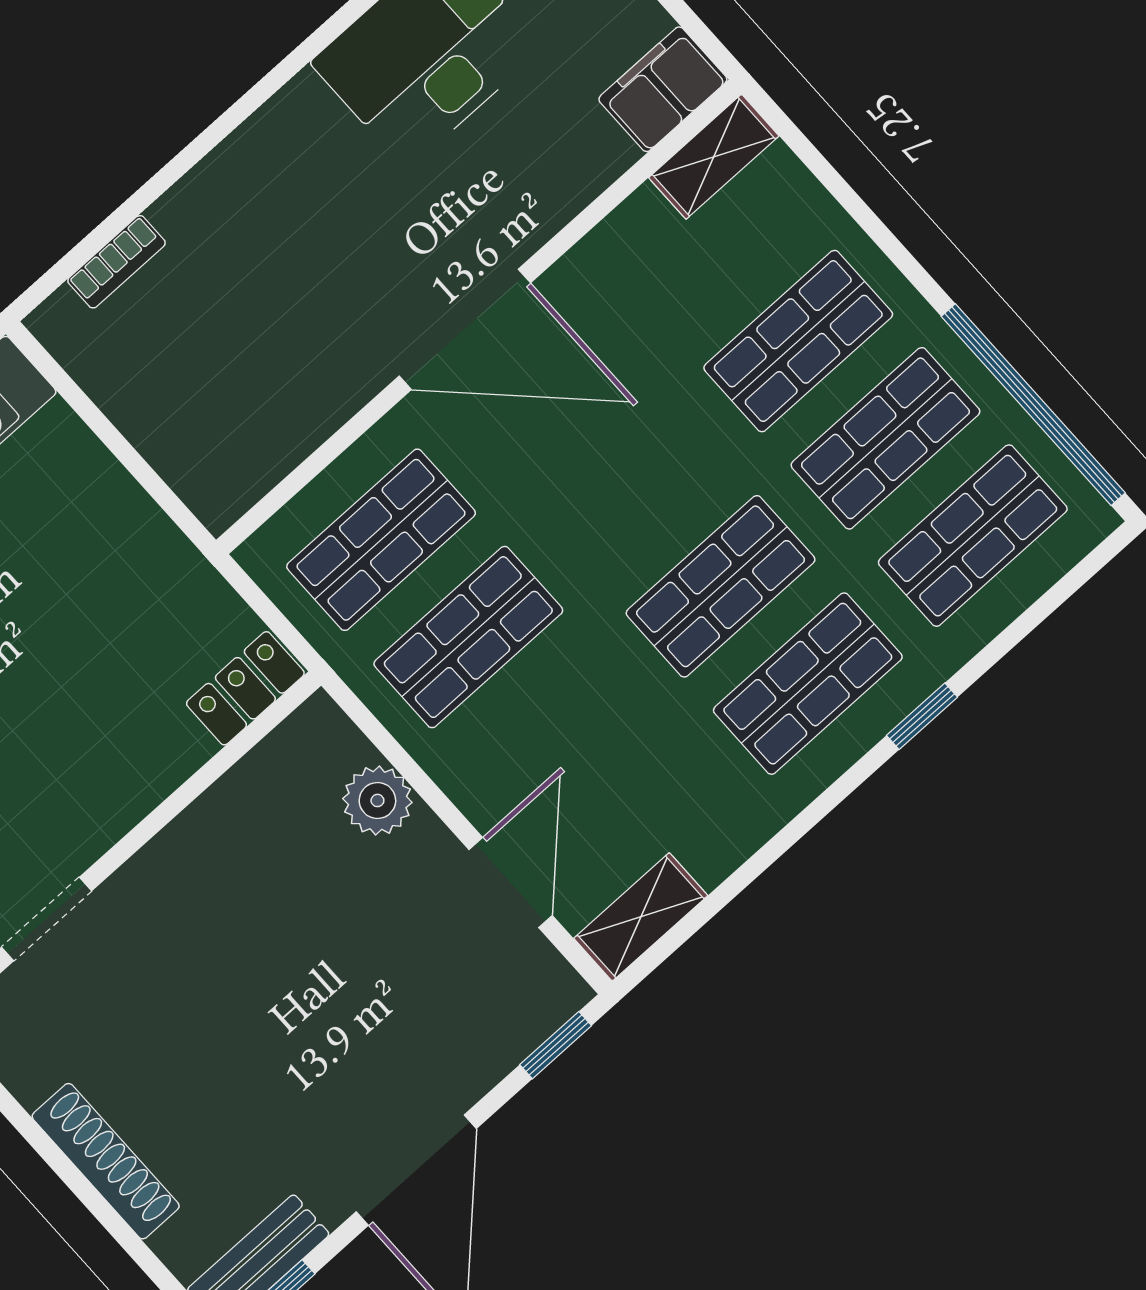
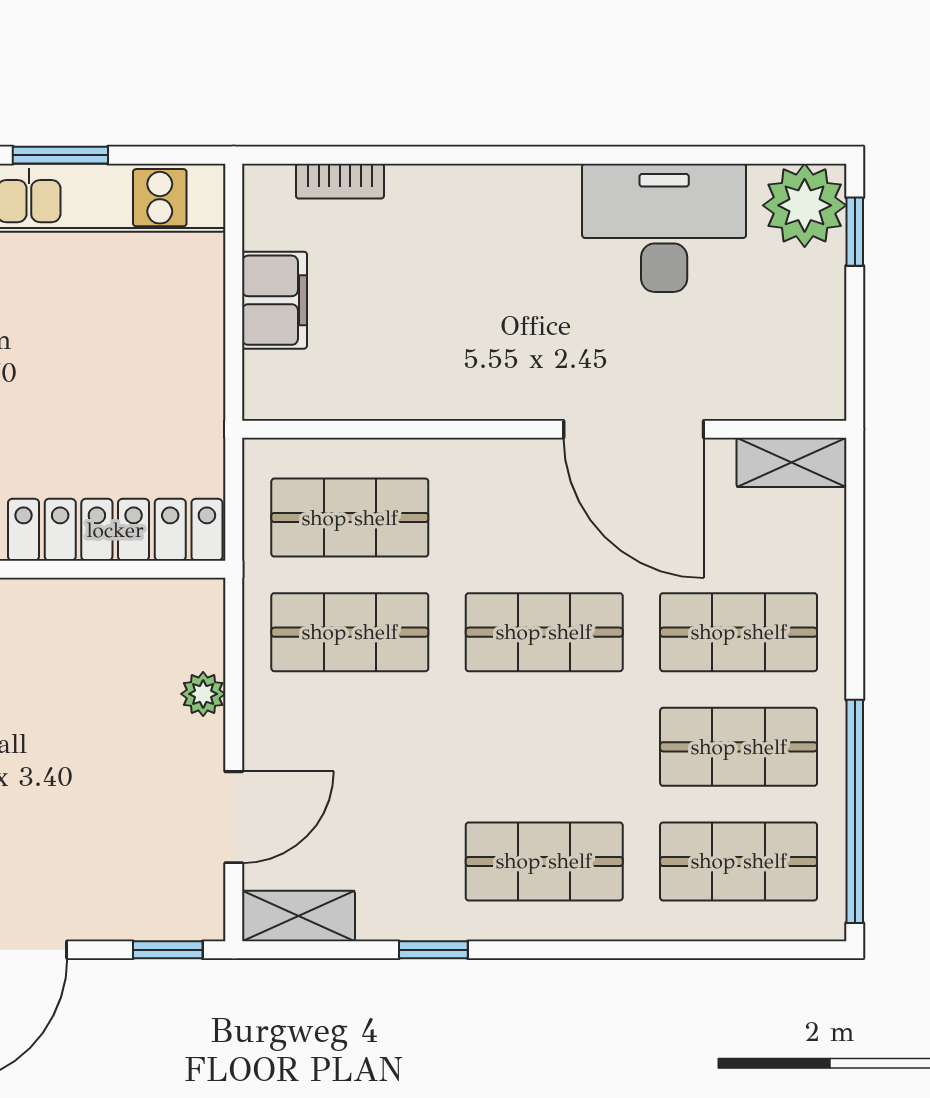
filing cabinet: (663, 89) -> (274, 300), moved, turned 90
door: (465, 329) -> (634, 429), moved
shop shelf: (721, 586) -> (544, 632), moved
locker: (245, 688) -> (115, 530), width x2.16, depth x1.21
window: (922, 716) -> (433, 950), moved
plant: (377, 800) -> (203, 694), width x0.73, depth x0.73

